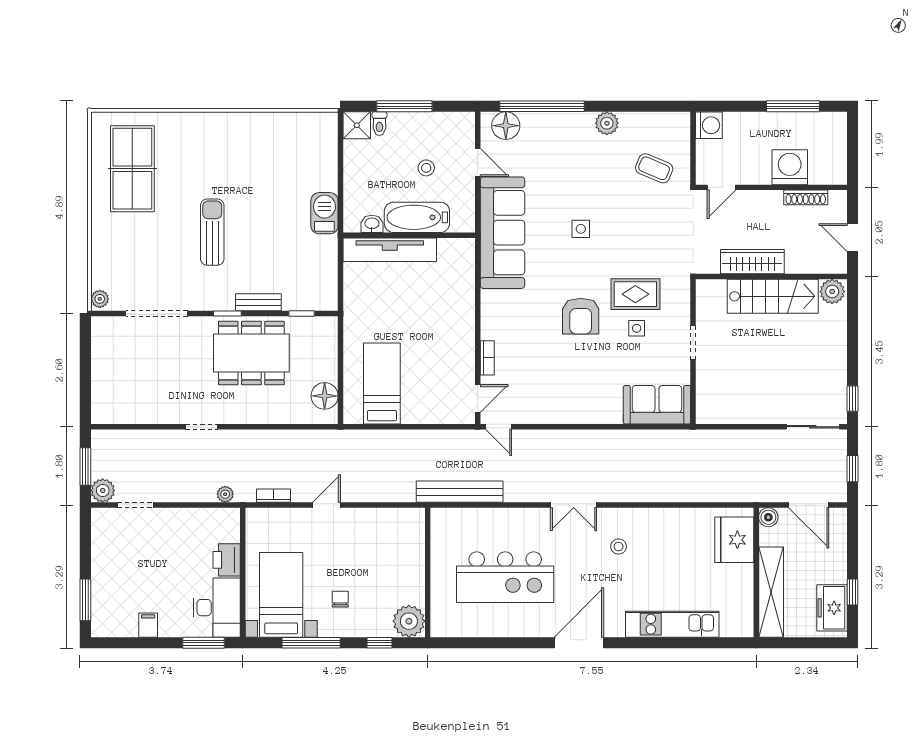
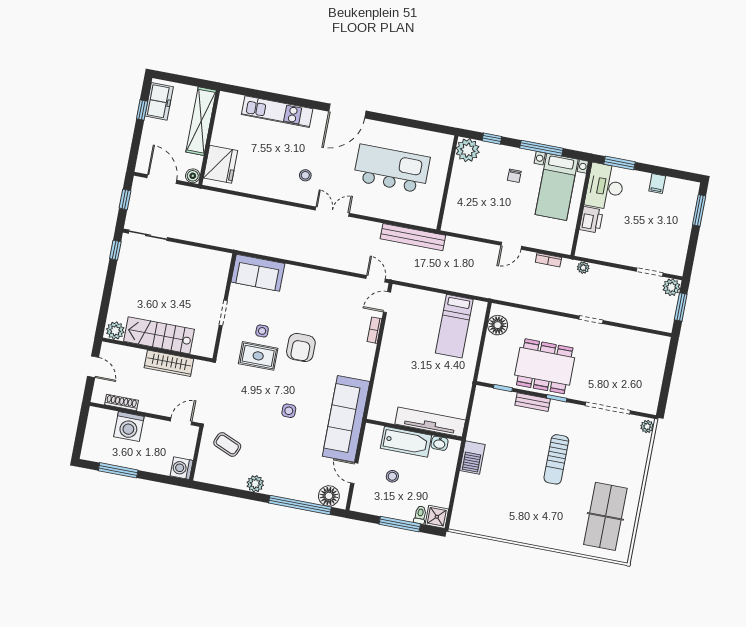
armchair: (581, 316) -> (301, 347), turned 180

